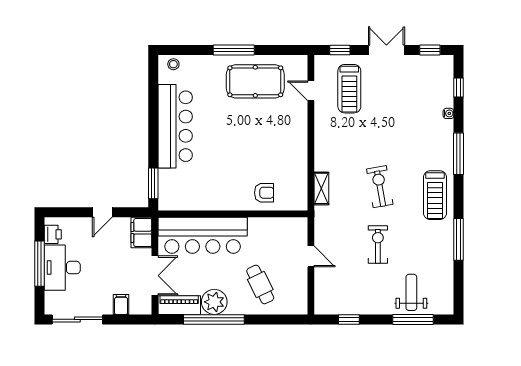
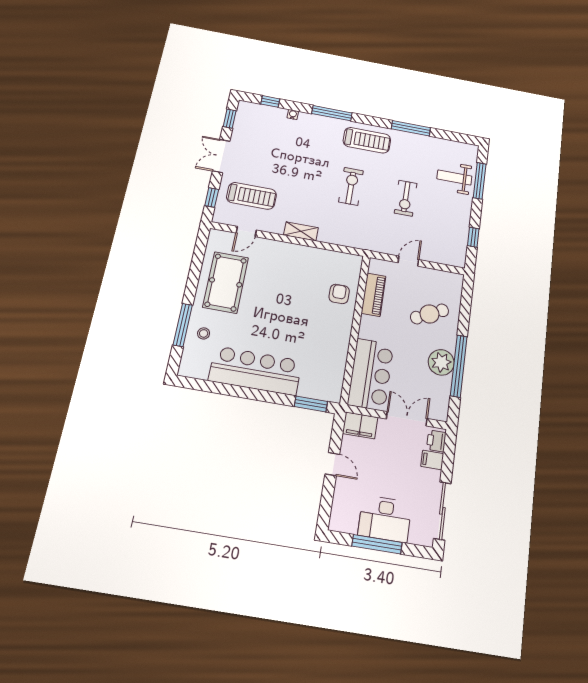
window: (234, 50) -> (183, 325), moved
stool: (173, 64) -> (204, 333), moved
exercise bike: (380, 187) -> (351, 186), turned 100
shelving: (321, 188) -> (301, 231), moved
printer: (53, 234) -> (436, 441), moved, turned -90
bar counter: (203, 235) -> (371, 374), width x0.73
exercise bike: (378, 245) -> (406, 198), turned -90
piano: (179, 305) -> (374, 295), moved, turned 180

